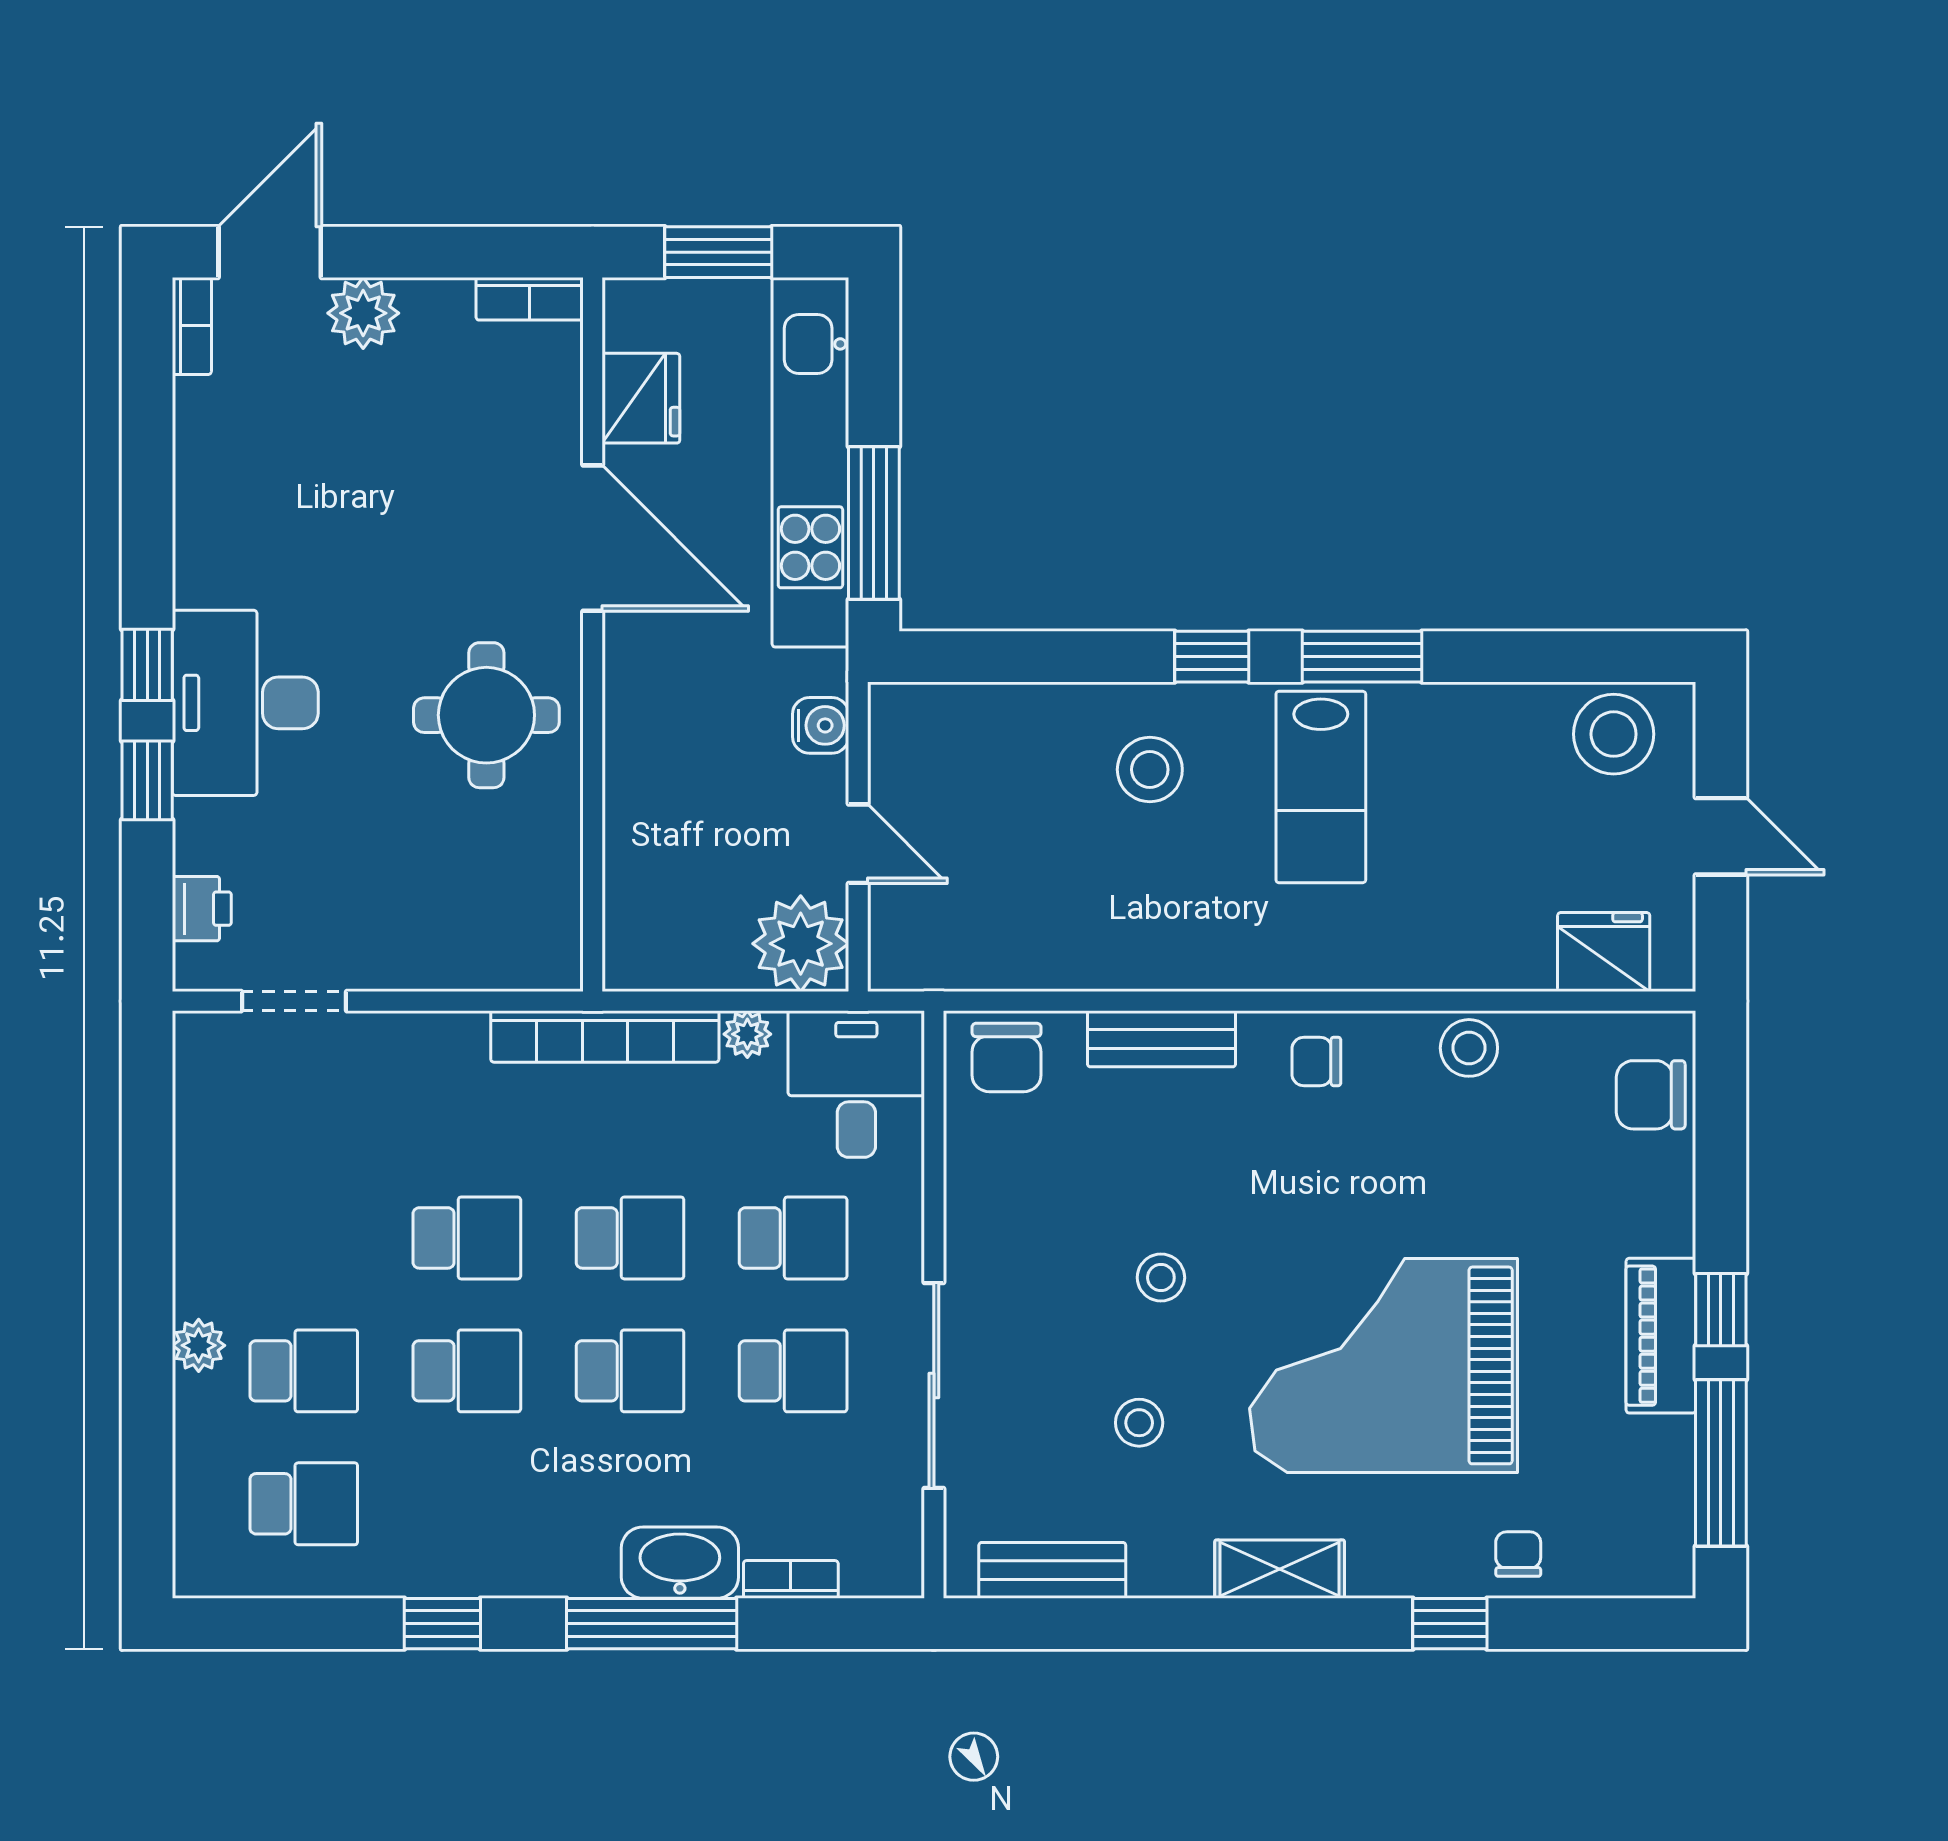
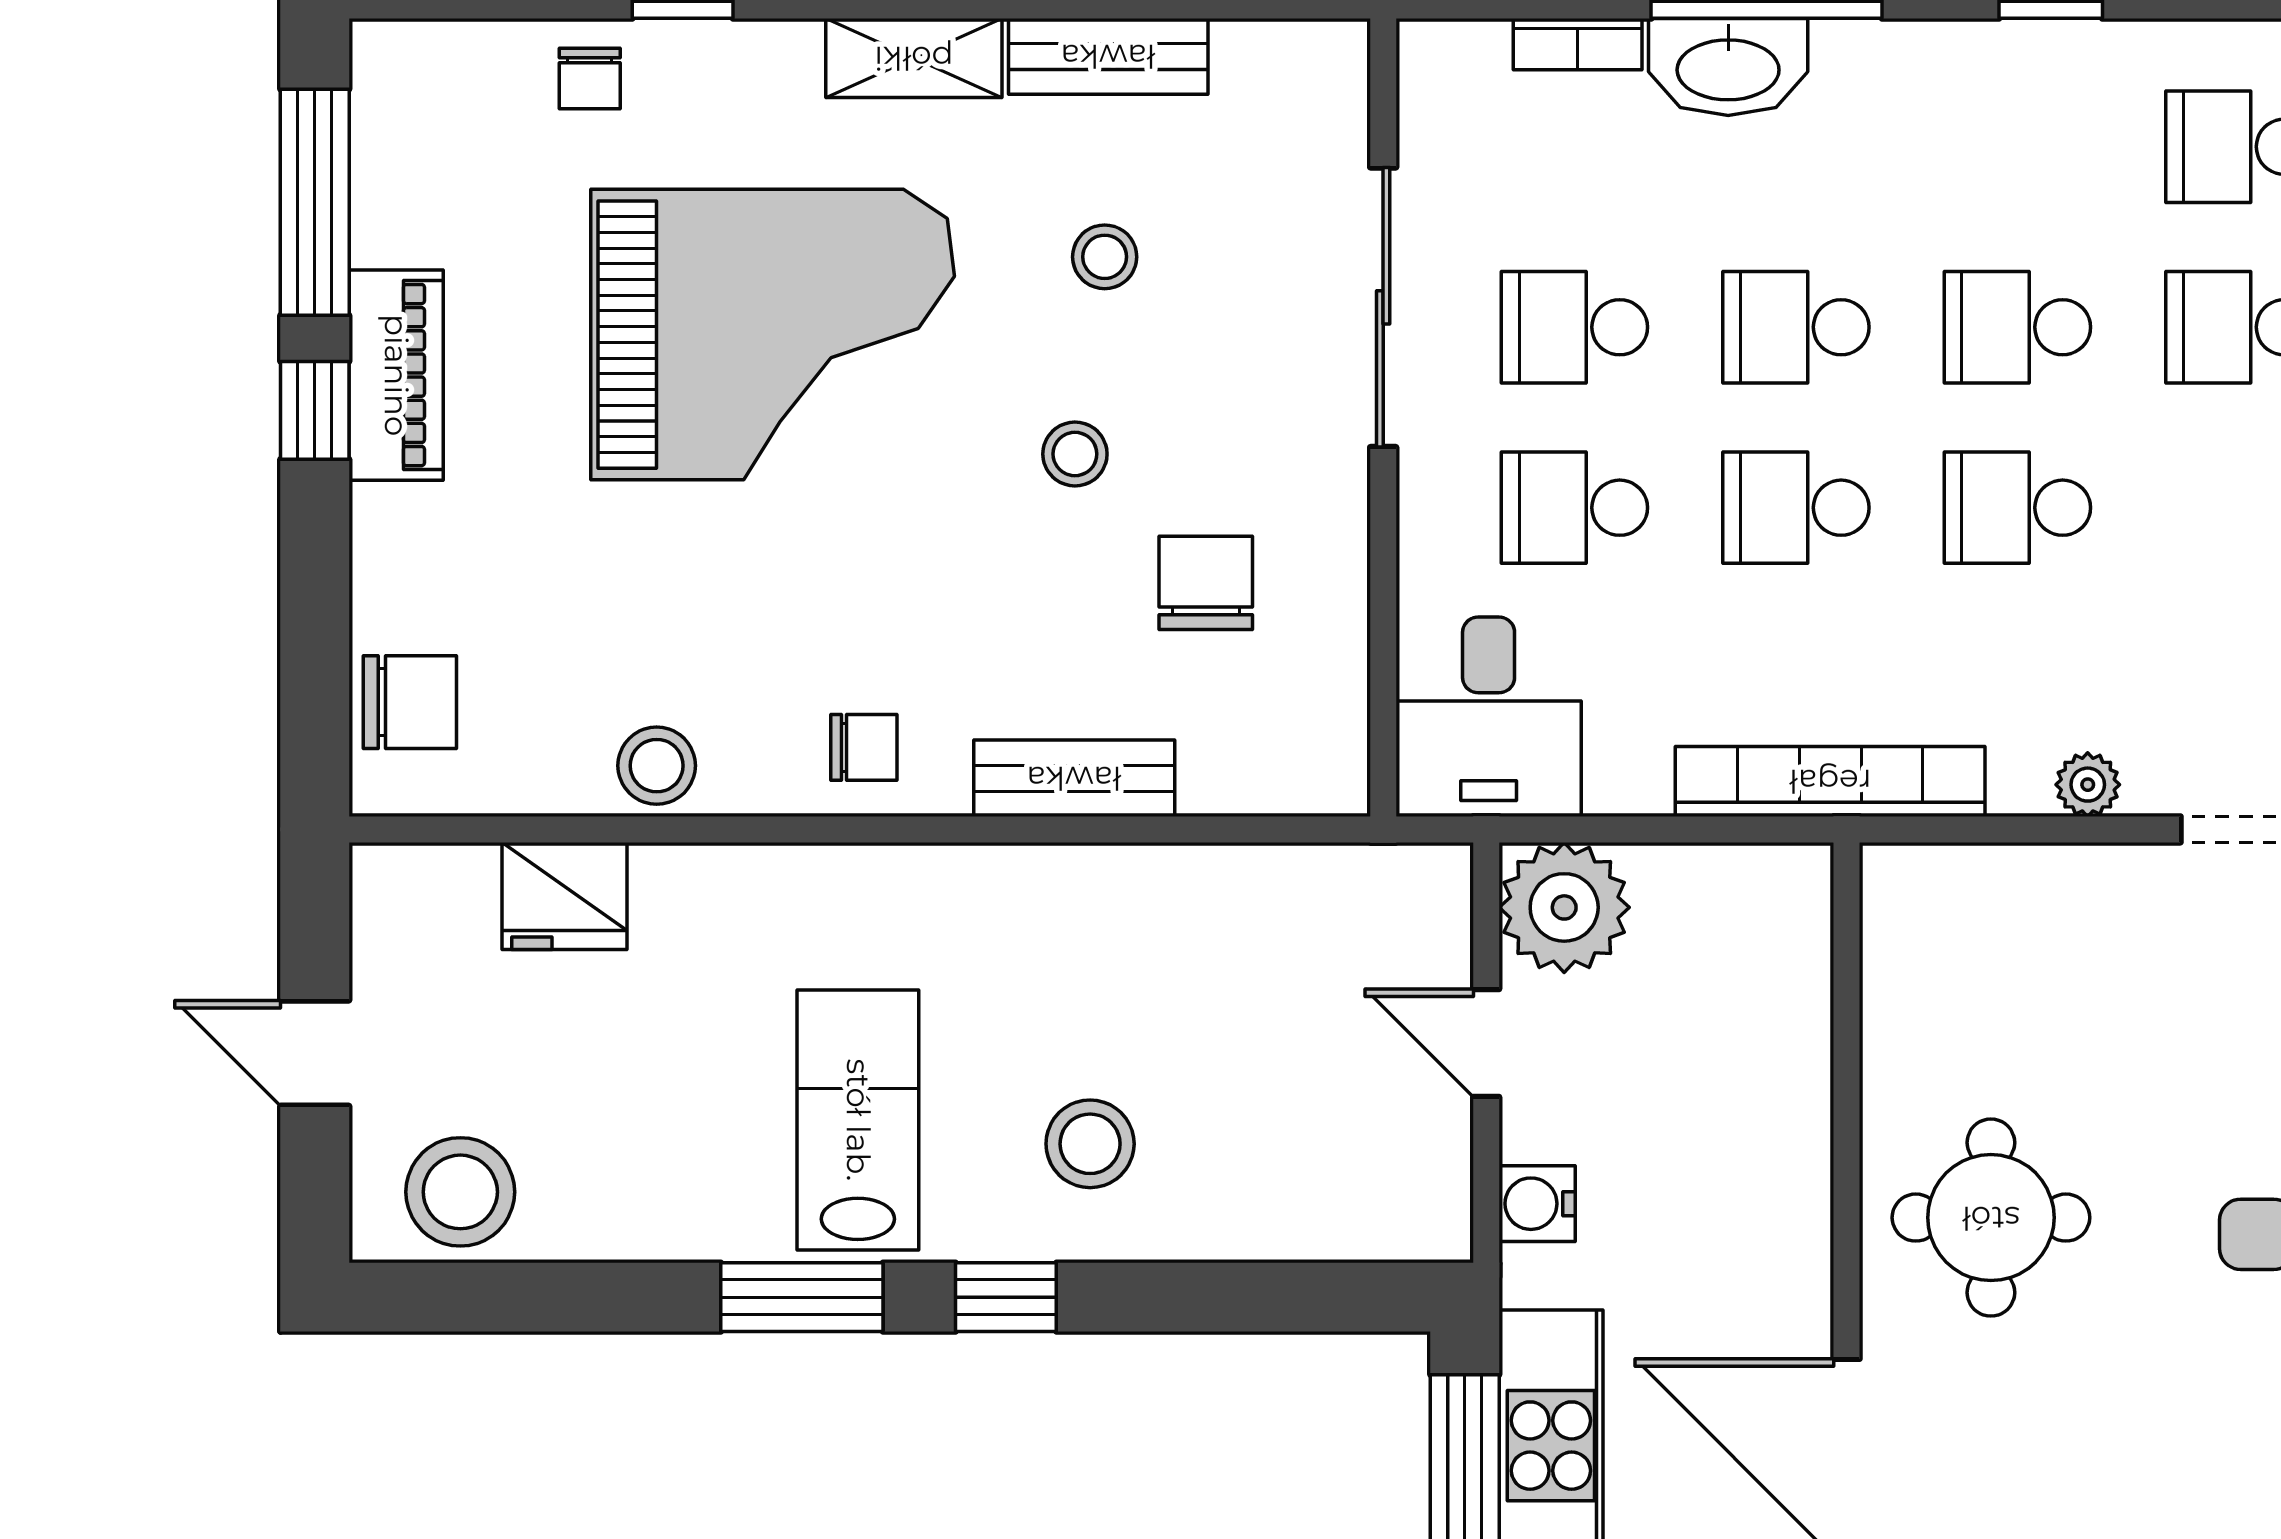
fridge: (1604, 952) -> (564, 896), moved
plant: (747, 1034) -> (2088, 785), moved
chair: (1006, 1057) -> (1206, 583), moved
bench: (1052, 1570) -> (1108, 56), moved

